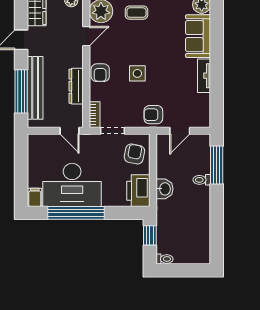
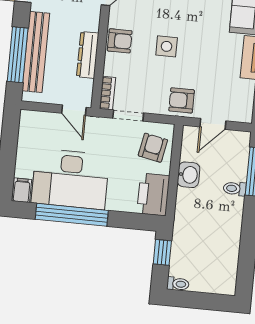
armchair: (100, 73) -> (120, 41), turned -90
washbasin: (164, 189) -> (189, 175), moved

